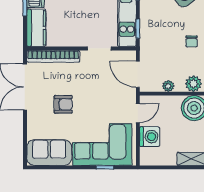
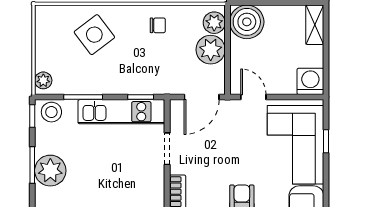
plant: (168, 86) -> (211, 50), width x1.88, depth x1.88
washing machine: (150, 137) -> (310, 81), moved

